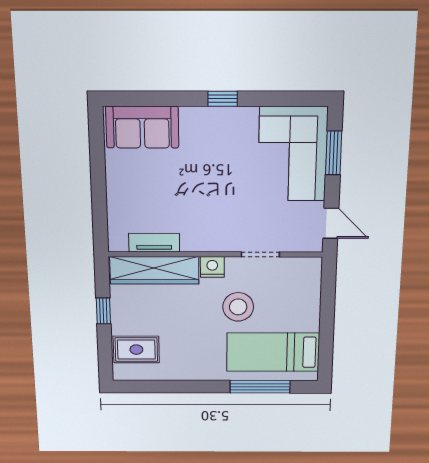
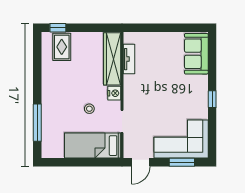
stool: (238, 307) -> (89, 109), width x0.53, depth x0.53
window: (103, 311) -> (58, 28), moved
bed: (273, 352) -> (93, 146), moved, turned -90

